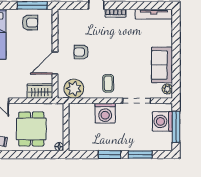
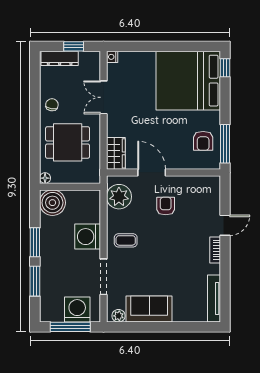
boiler: (79, 141) -> (52, 203), added

